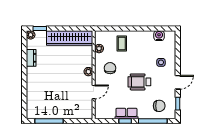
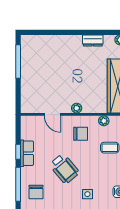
wheelchair: (139, 82) -> (64, 169), turned 140

